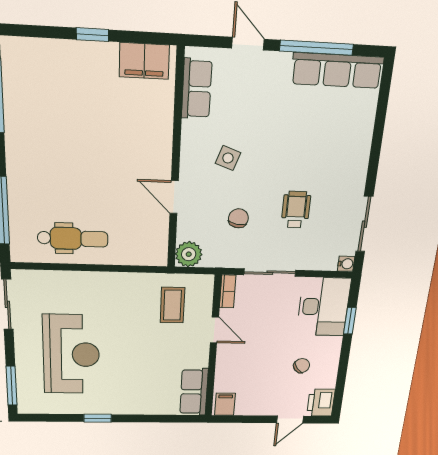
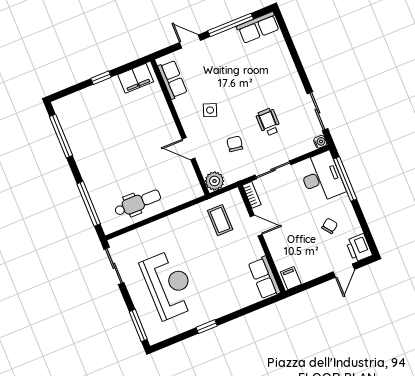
row of seats: (337, 71) -> (258, 28), width x0.68
window: (350, 321) -> (345, 179), width x2.17

